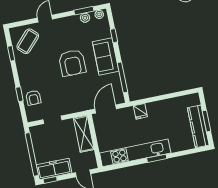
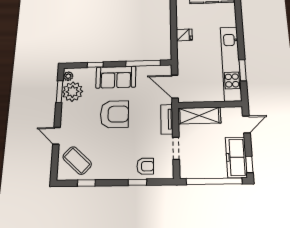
plant: (85, 18) -> (73, 92), width x1.88, depth x1.88
tv unit: (76, 108) -> (167, 119), added
fridge: (140, 111) -> (184, 35), moved
window: (157, 158) -> (243, 70), moved

